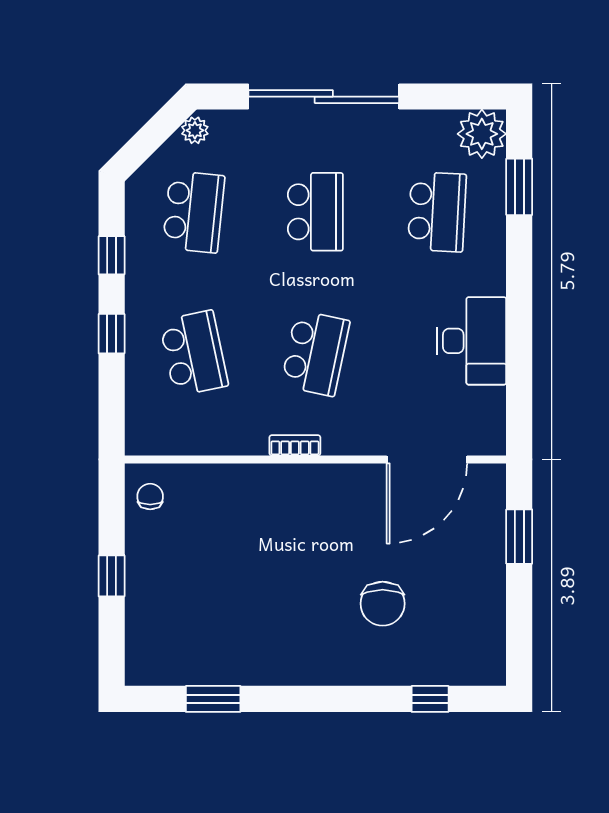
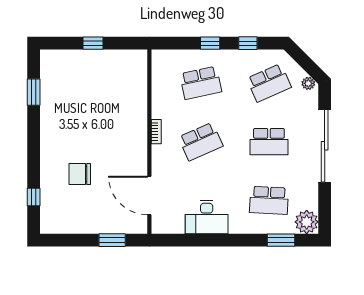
school desk: (194, 212) -> (269, 83), turned -30
school desk: (315, 353) -> (201, 142), turned -36
chair: (150, 496) -> (131, 62), removed

